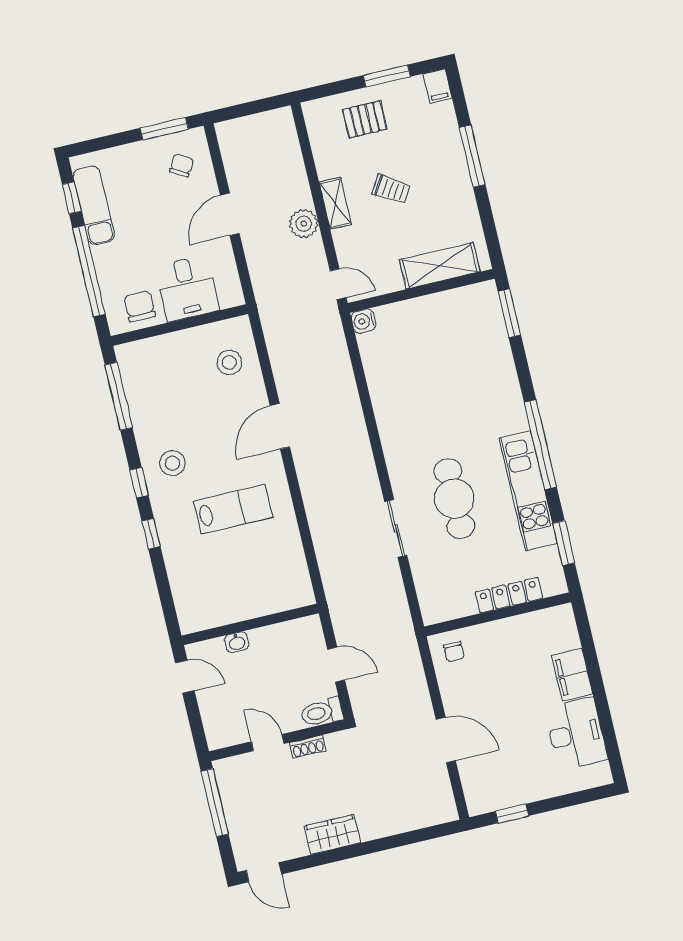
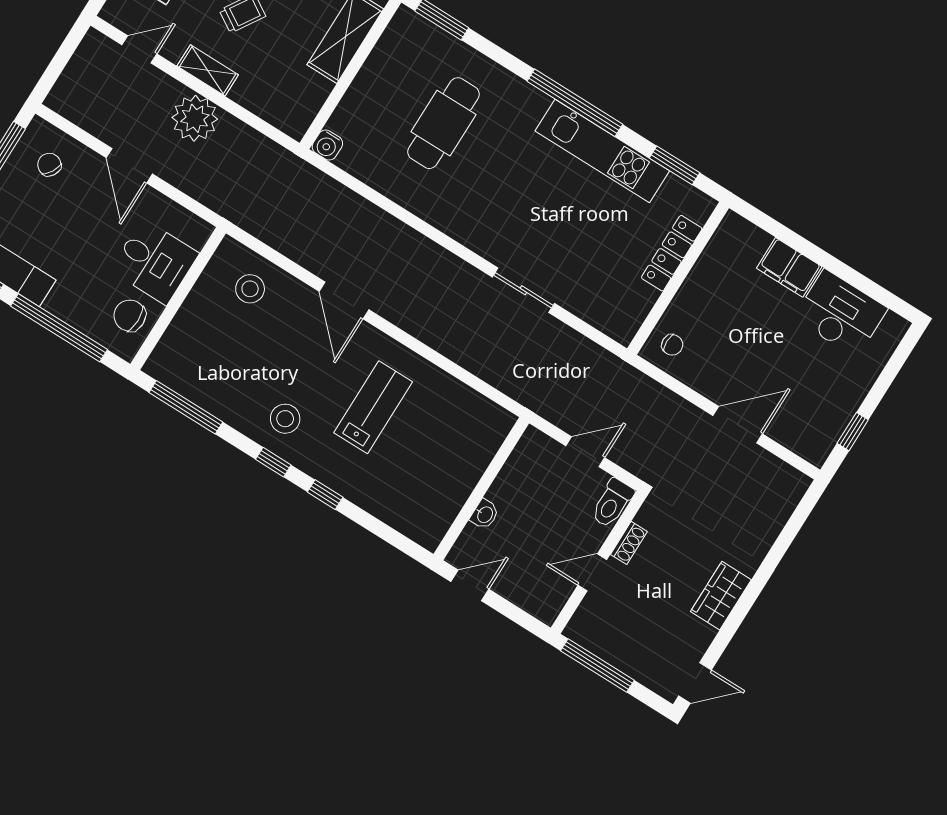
plant: (304, 224) -> (195, 118), width x1.36, depth x1.36
door: (338, 284) -> (139, 49), moved
cafe table: (454, 499) -> (443, 123), moved, turned 90

